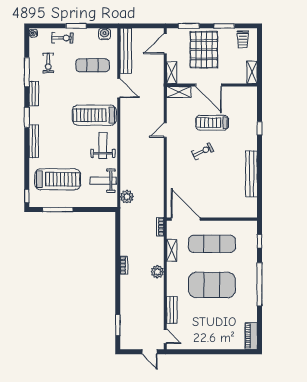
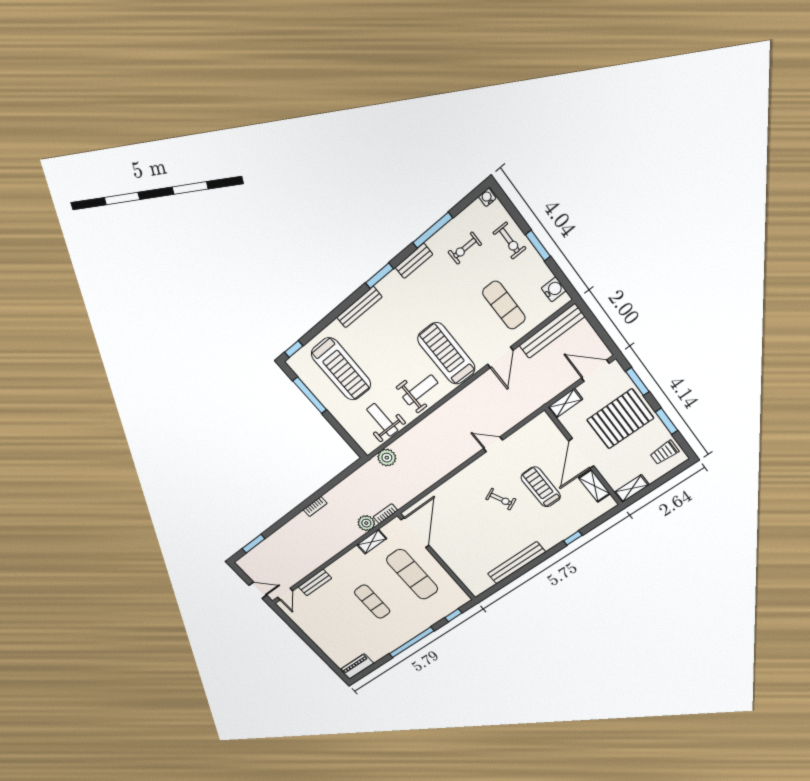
shelving: (179, 92) -> (594, 486), moved
plant: (157, 272) -> (366, 523), moved
exercise mat: (212, 285) -> (372, 602), width x0.50, depth x0.69
door: (150, 352) -> (258, 590), swing flipped

